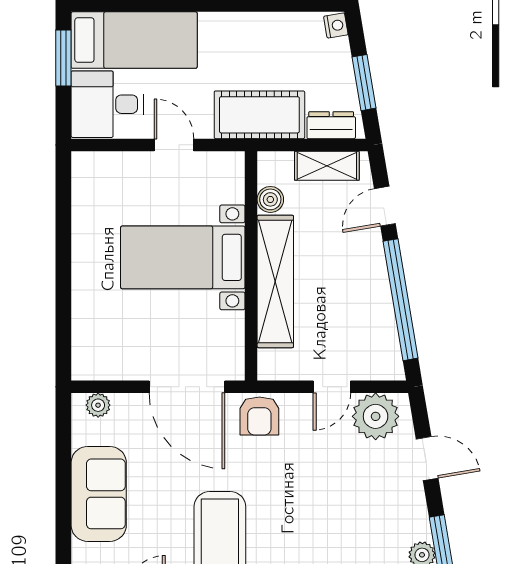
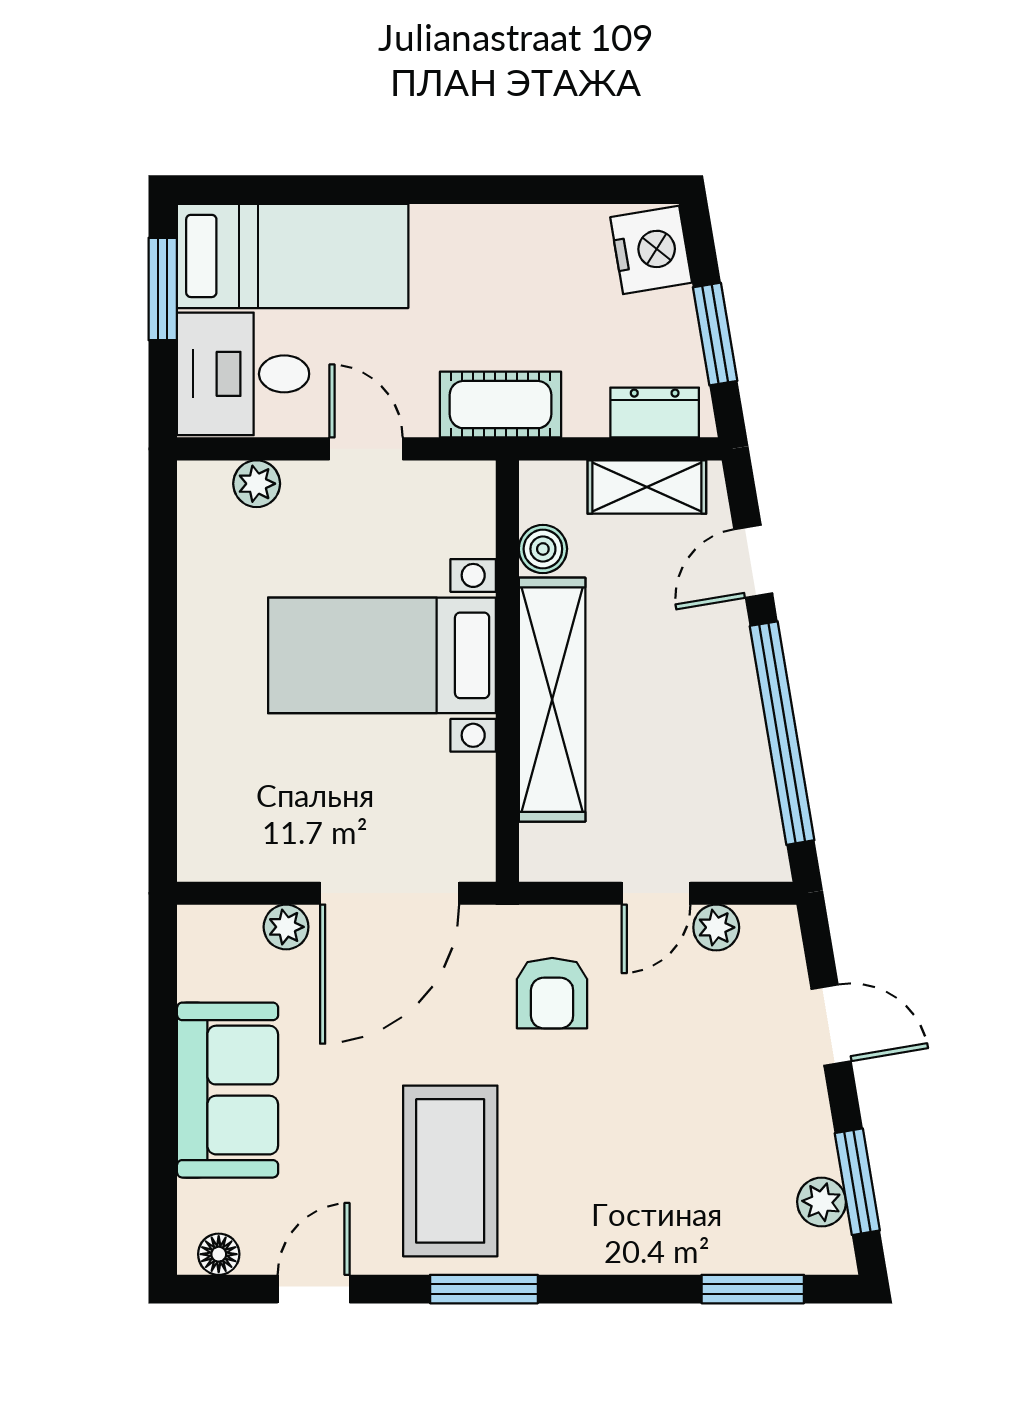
nightstand: (336, 25) -> (651, 250), width x1.89, depth x1.79
cot: (259, 115) -> (500, 405), width x0.73, depth x0.75
plant: (115, 164) -> (257, 484), added
door: (187, 387) -> (390, 893), hinge flipped
plant: (98, 405) -> (286, 927), moved
armchair: (259, 416) -> (552, 993), moved
plant: (376, 416) -> (716, 927), width x0.53, depth x0.53

